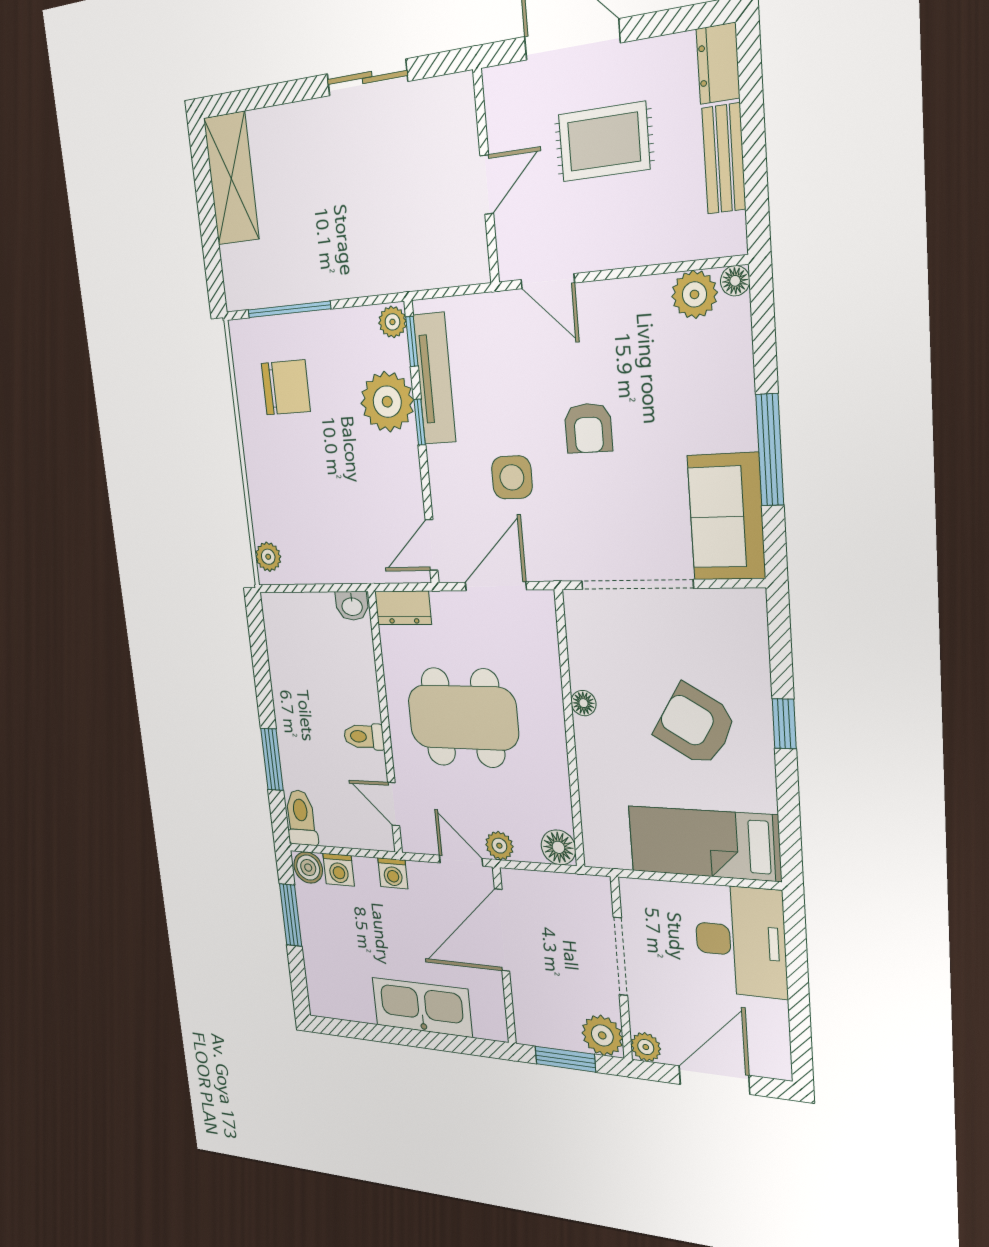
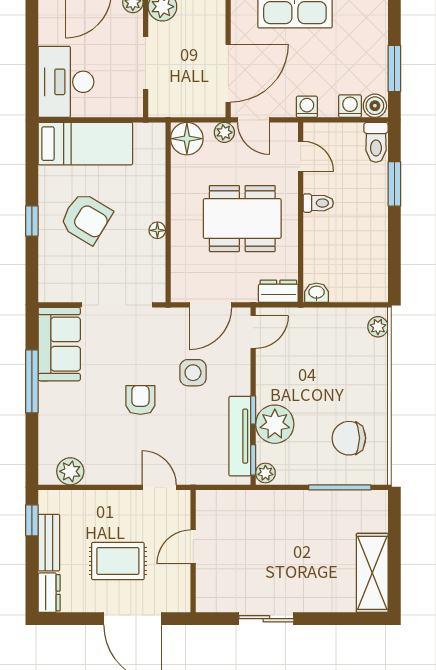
window: (757, 197) -> (32, 520), added
floor lamp: (735, 281) -> (46, 477), removed
floor lamp: (558, 847) -> (187, 139), width x1.38, depth x1.38

